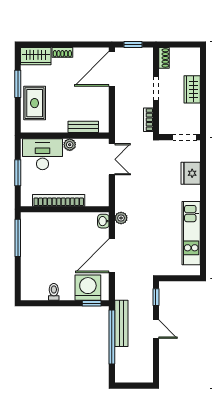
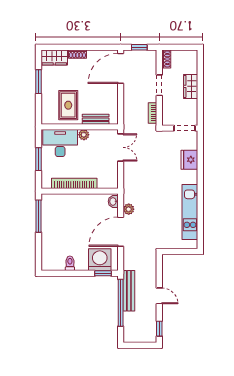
rug: (35, 103) -> (68, 105), moved
plant: (121, 218) -> (129, 209), moved
window: (156, 297) -> (159, 329), moved

